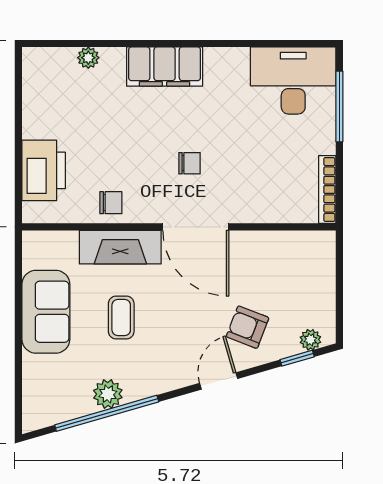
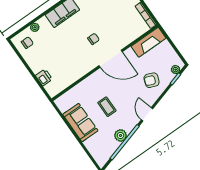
printer: (44, 170) -> (44, 77), width x0.53, depth x0.68
chair: (111, 203) -> (27, 43), moved
fireplace: (120, 247) -> (148, 42), moved
door: (219, 381) -> (147, 114), moved

